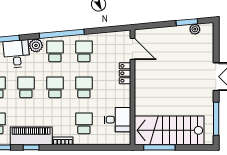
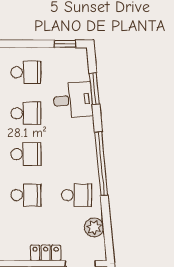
plant: (36, 45) -> (94, 227), moved
school desk: (55, 51) -> (77, 154), removed

